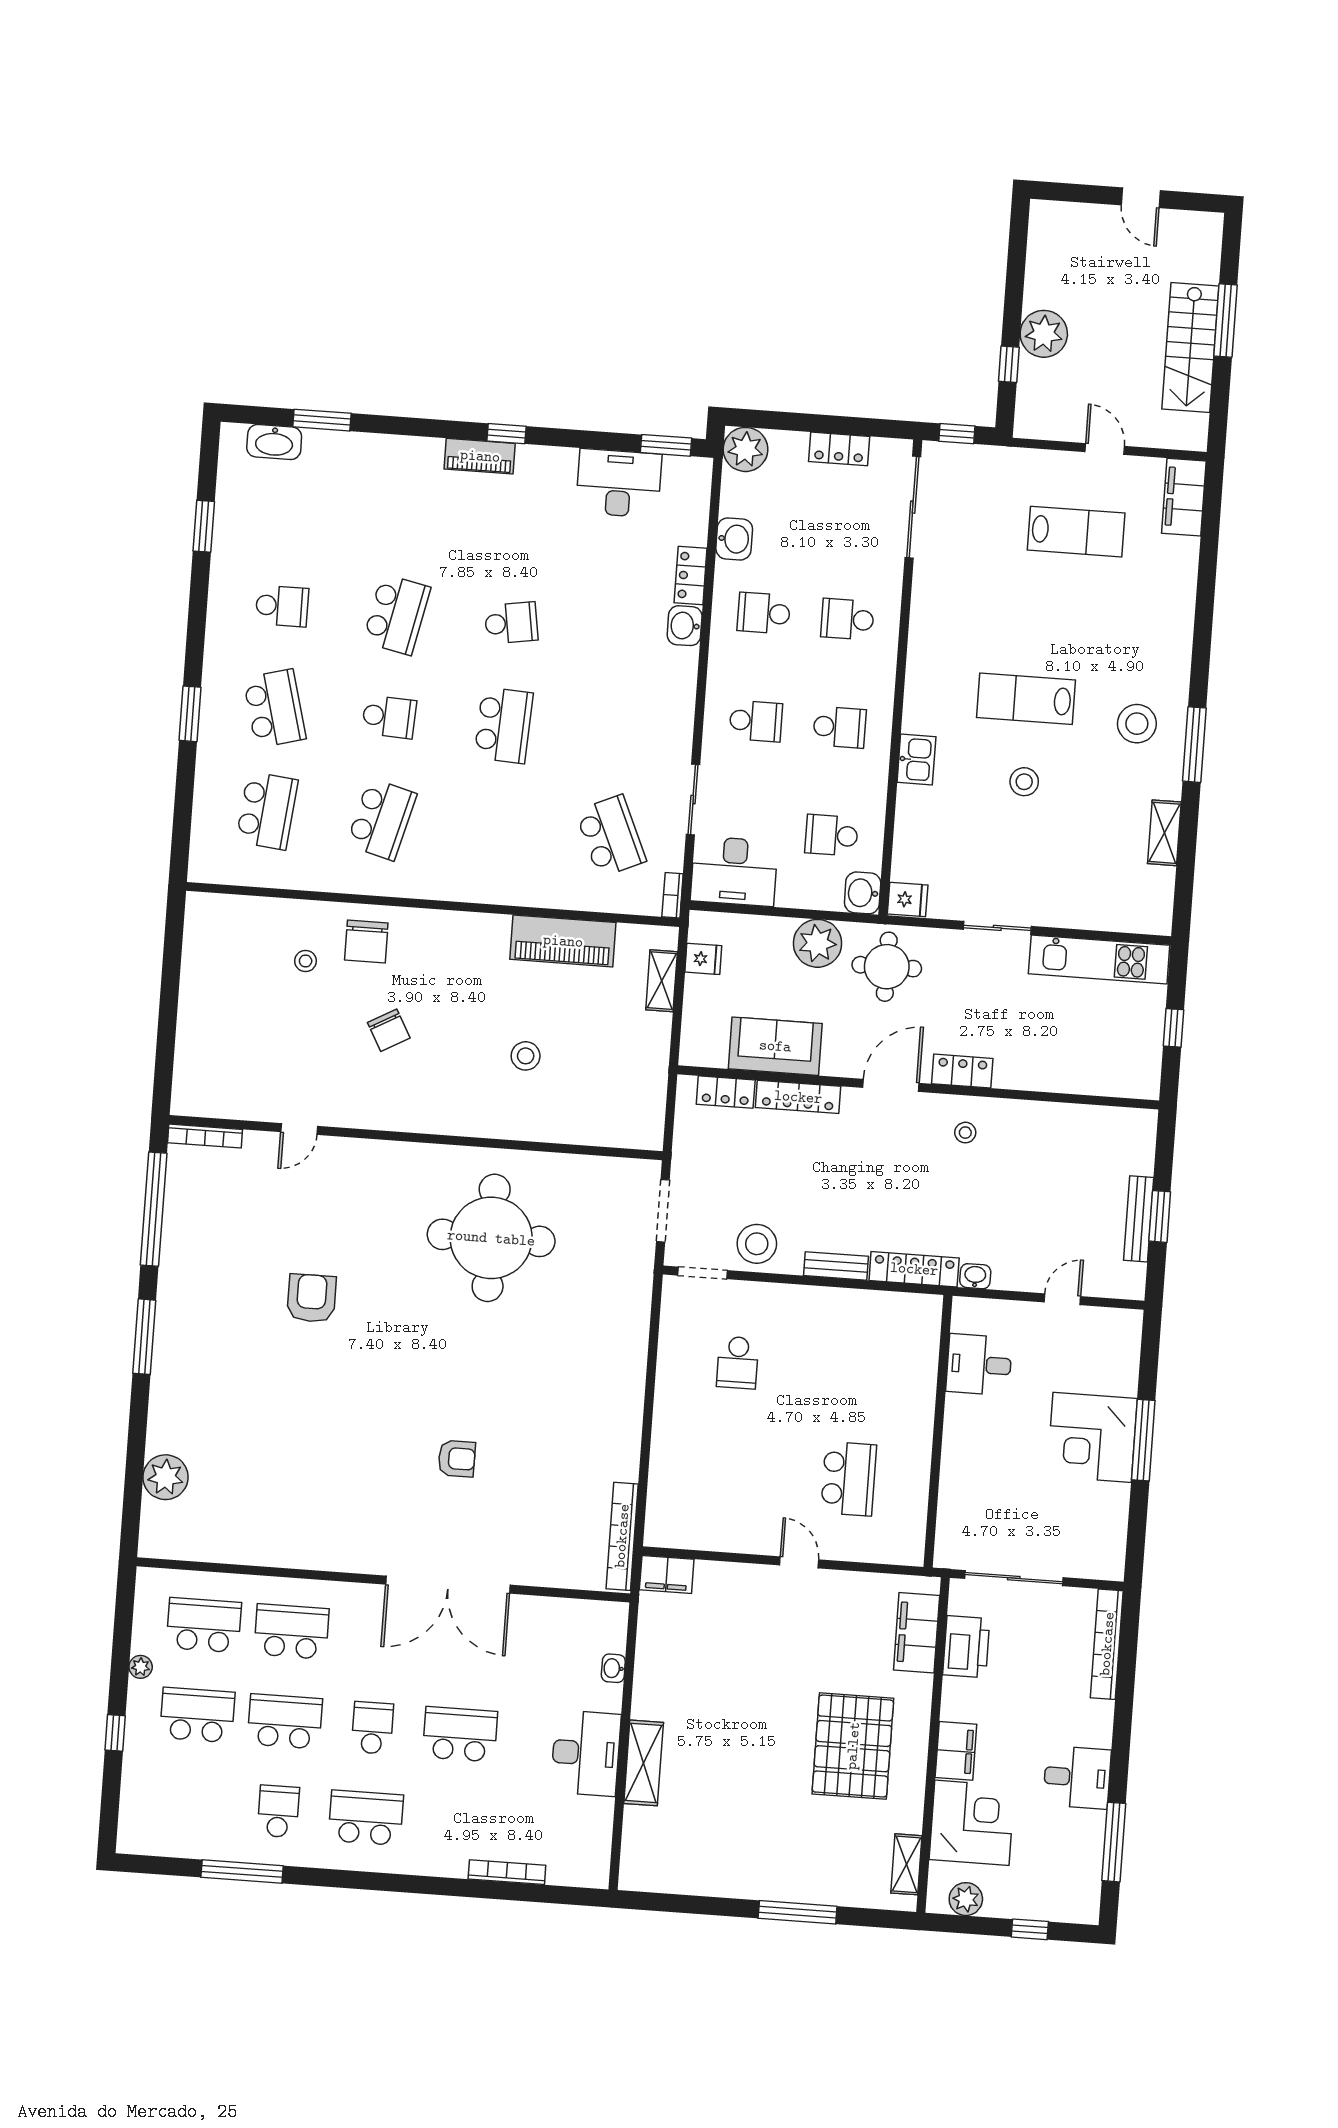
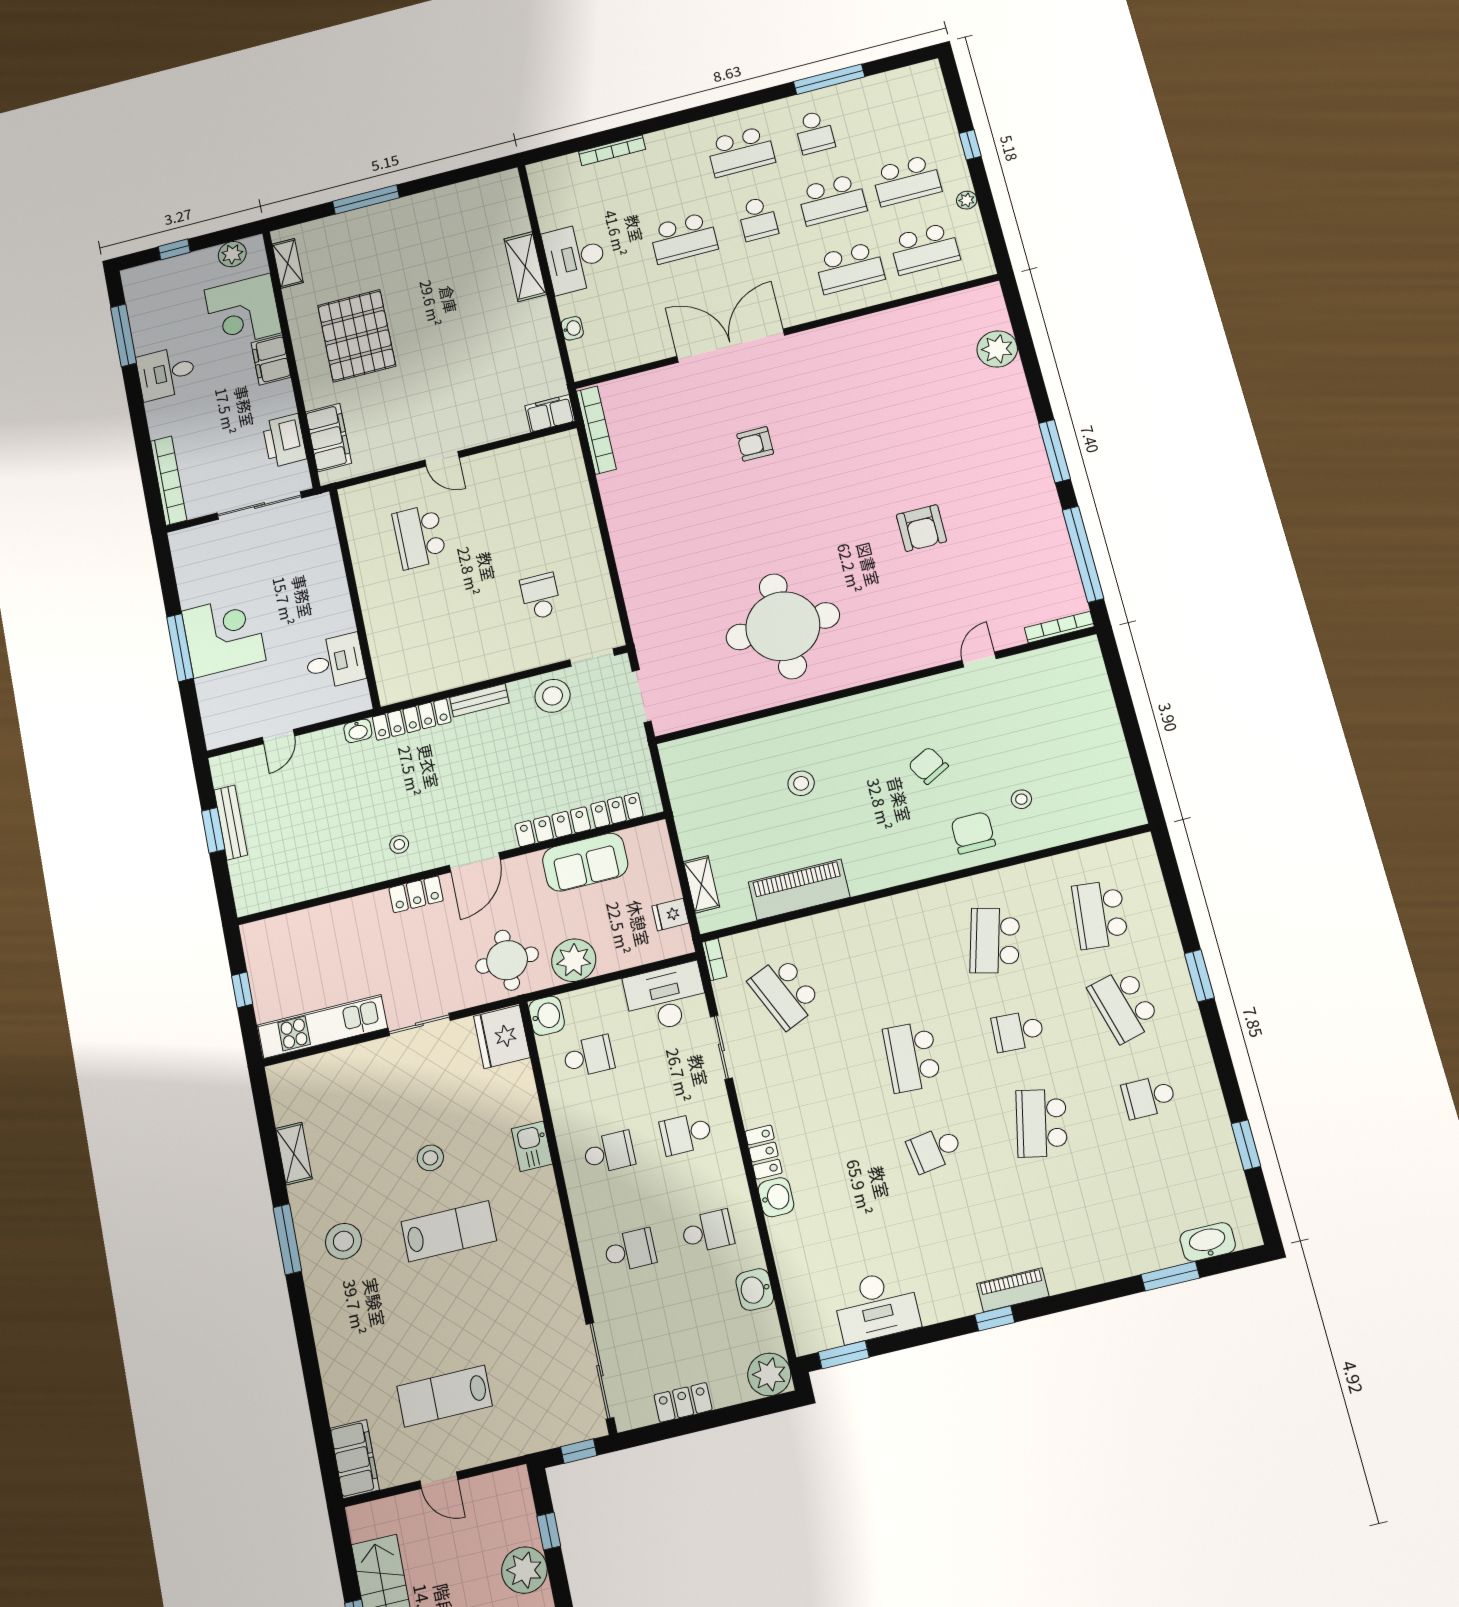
locker: (691, 576) -> (764, 1152), moved
school desk: (839, 727) -> (609, 1152), turned 180
fridge: (908, 899) -> (502, 1037), width x1.88, depth x1.34

